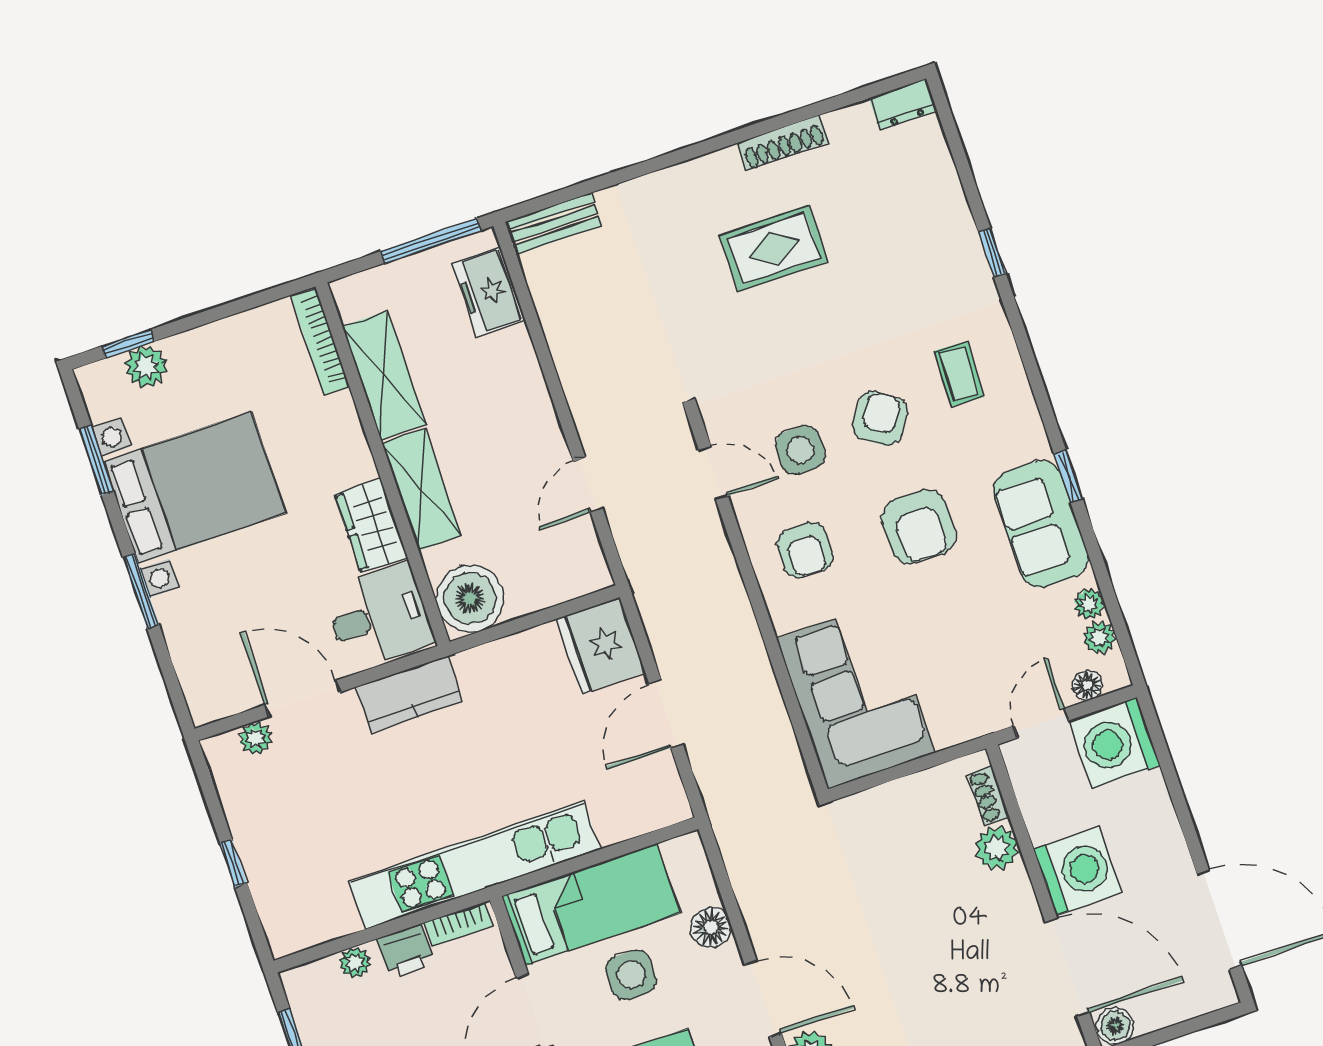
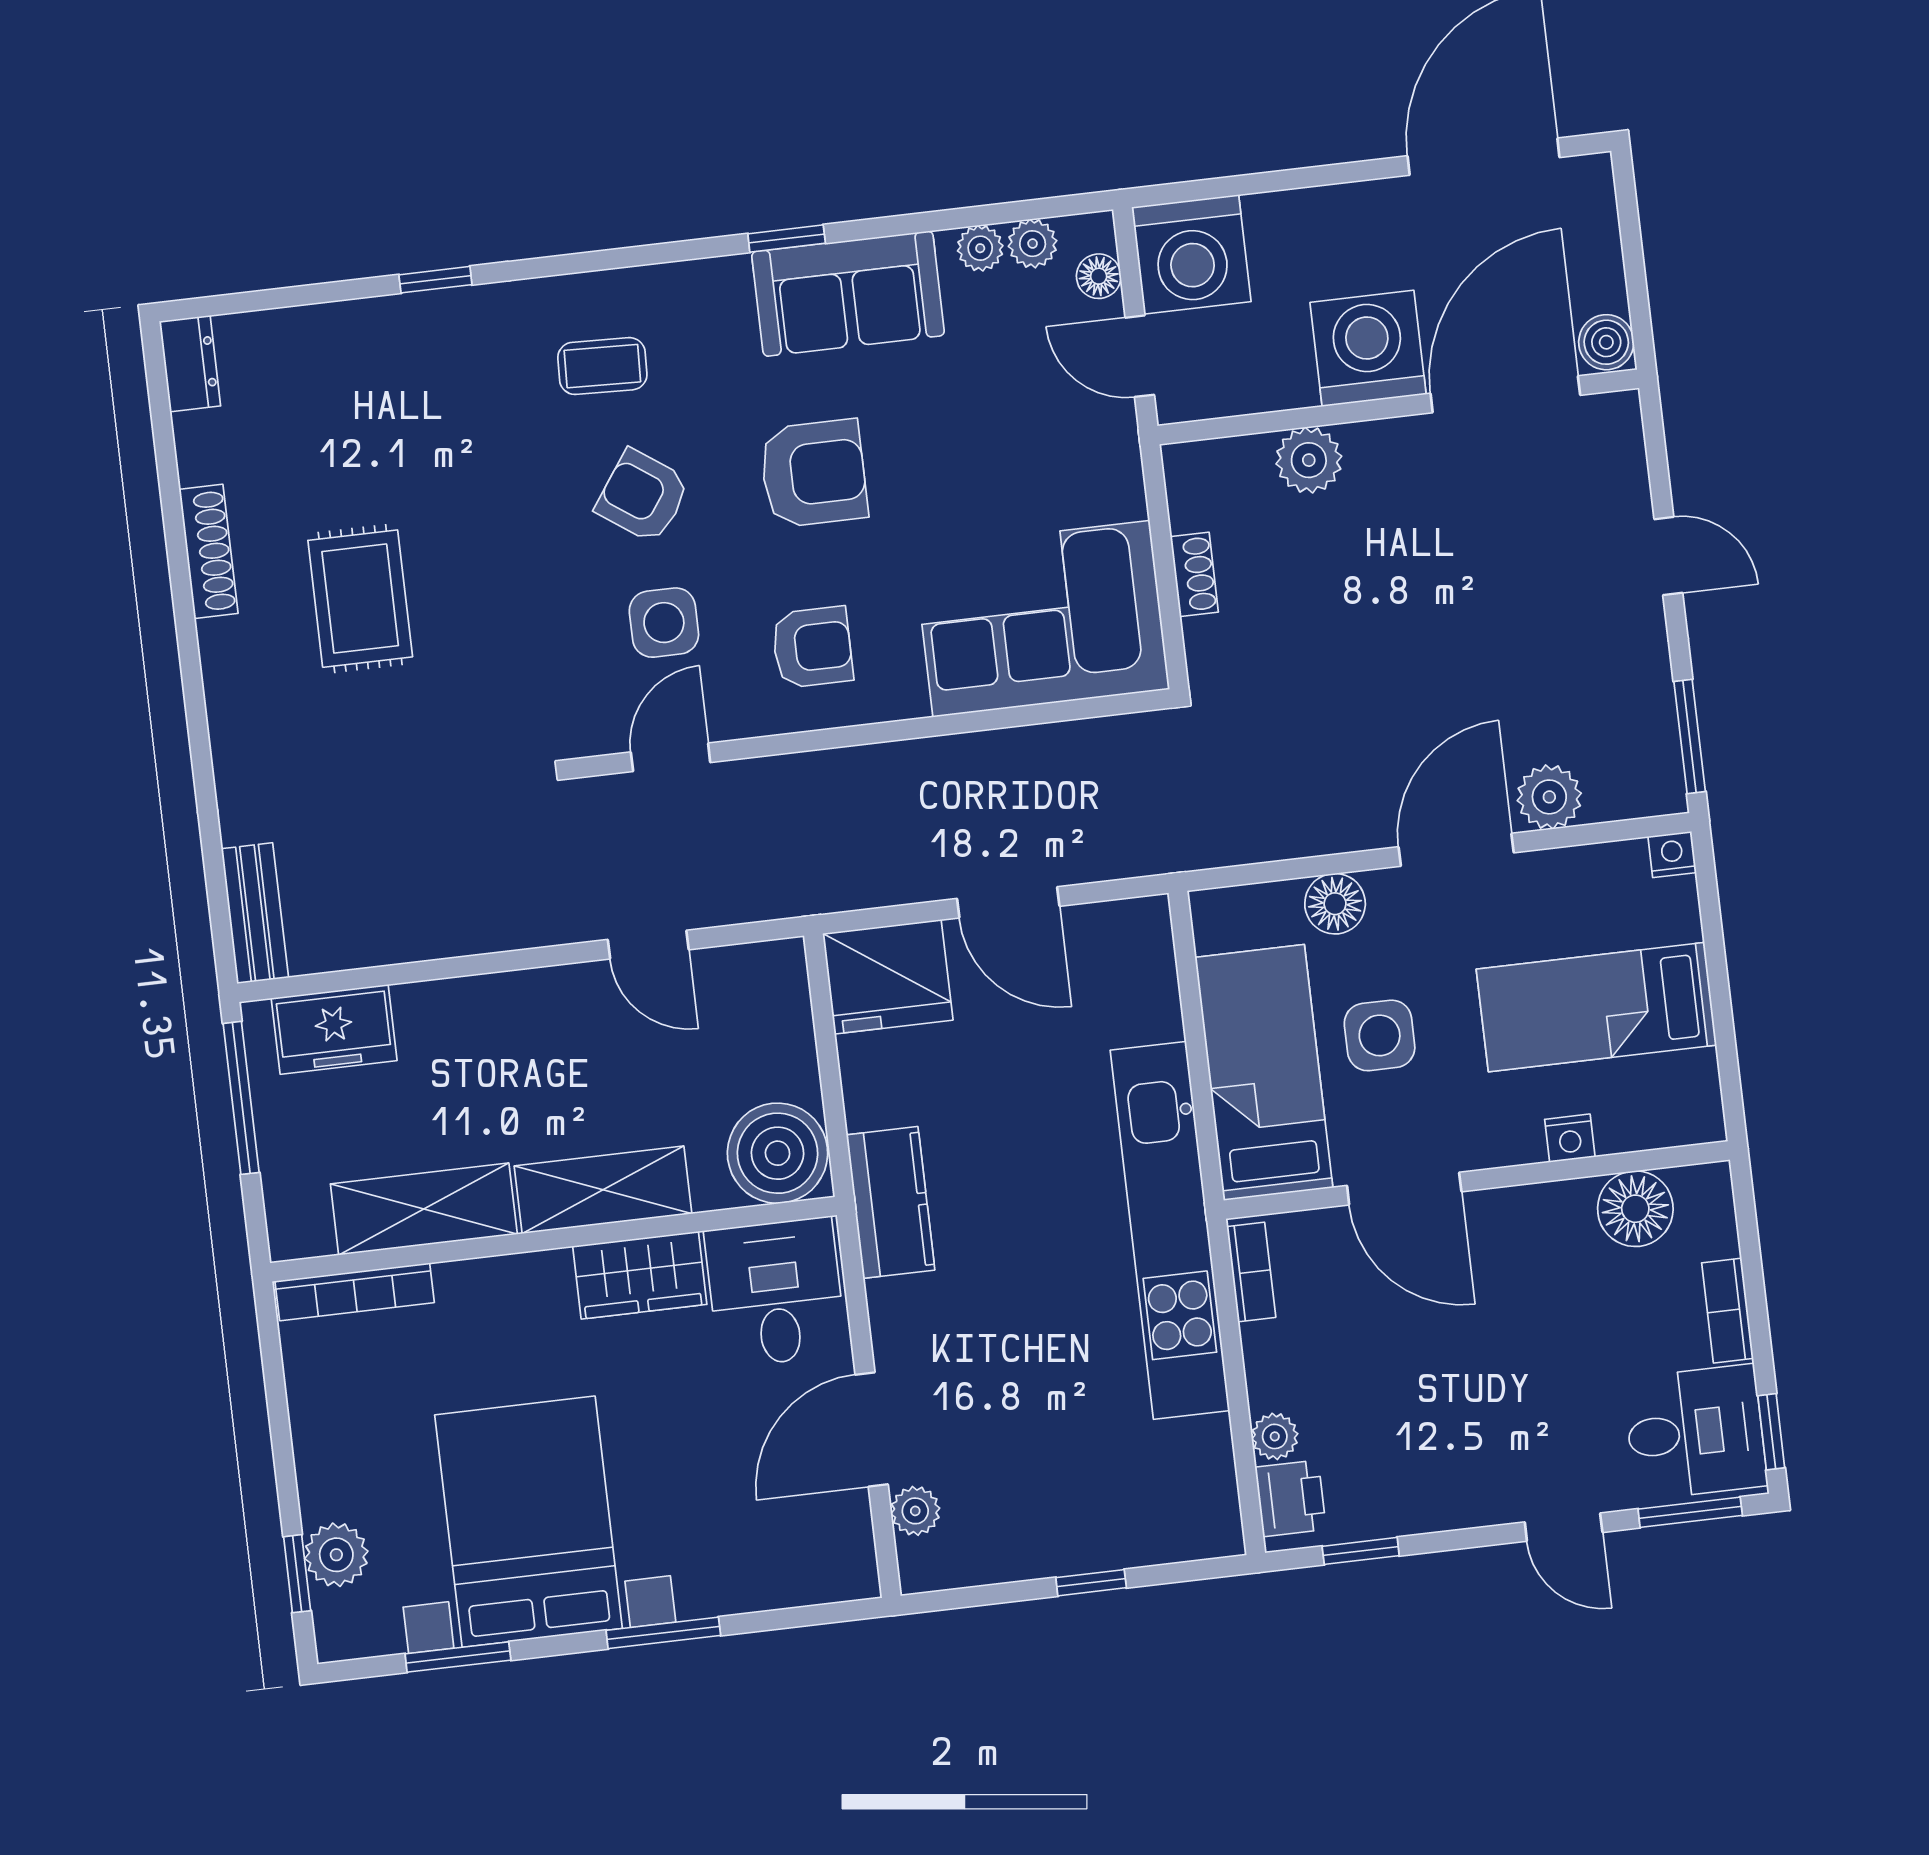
kitchen counter: (409, 694) -> (891, 1202), moved
shoe rack: (989, 796) -> (1194, 574), moved, turned -90
printer: (406, 951) -> (1291, 1498), moved

